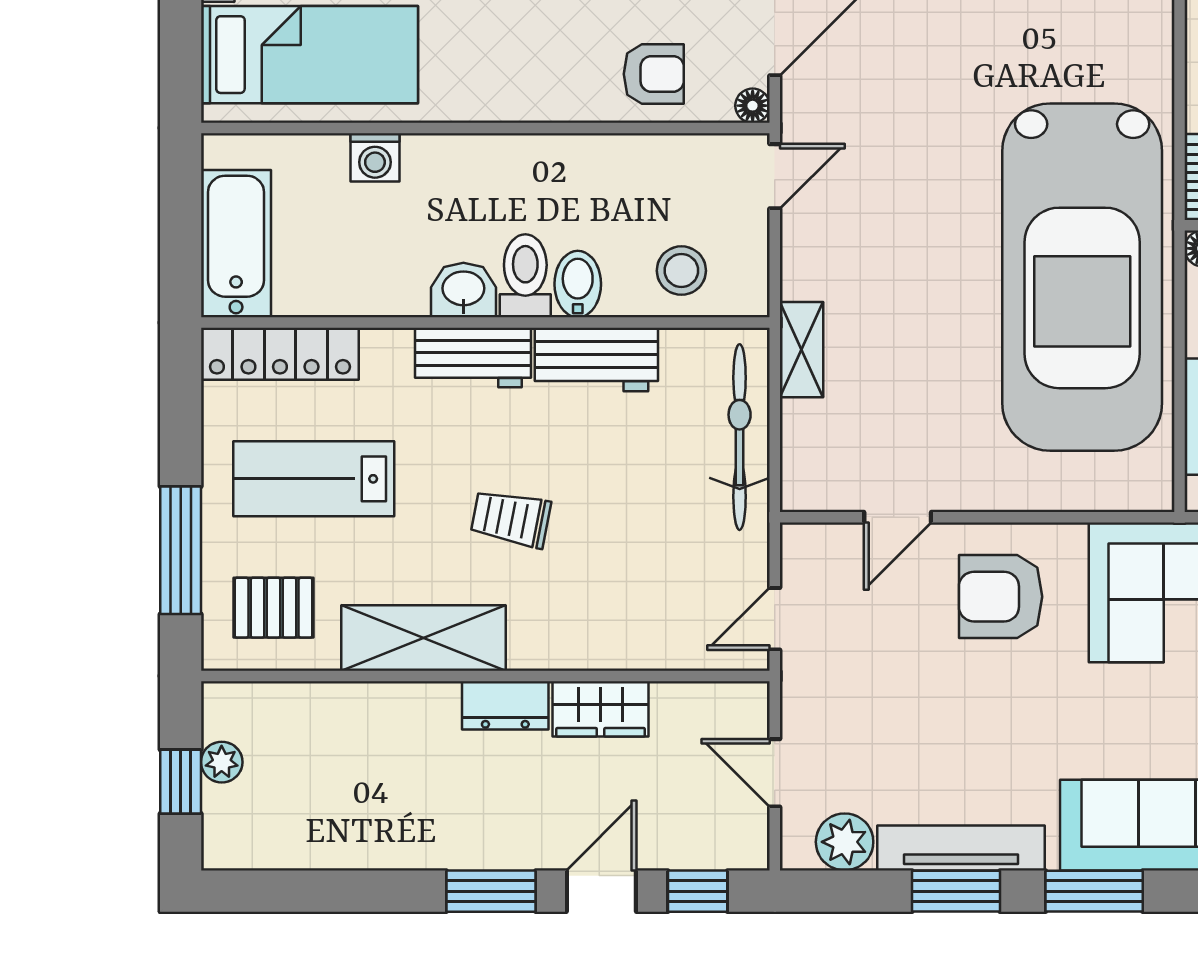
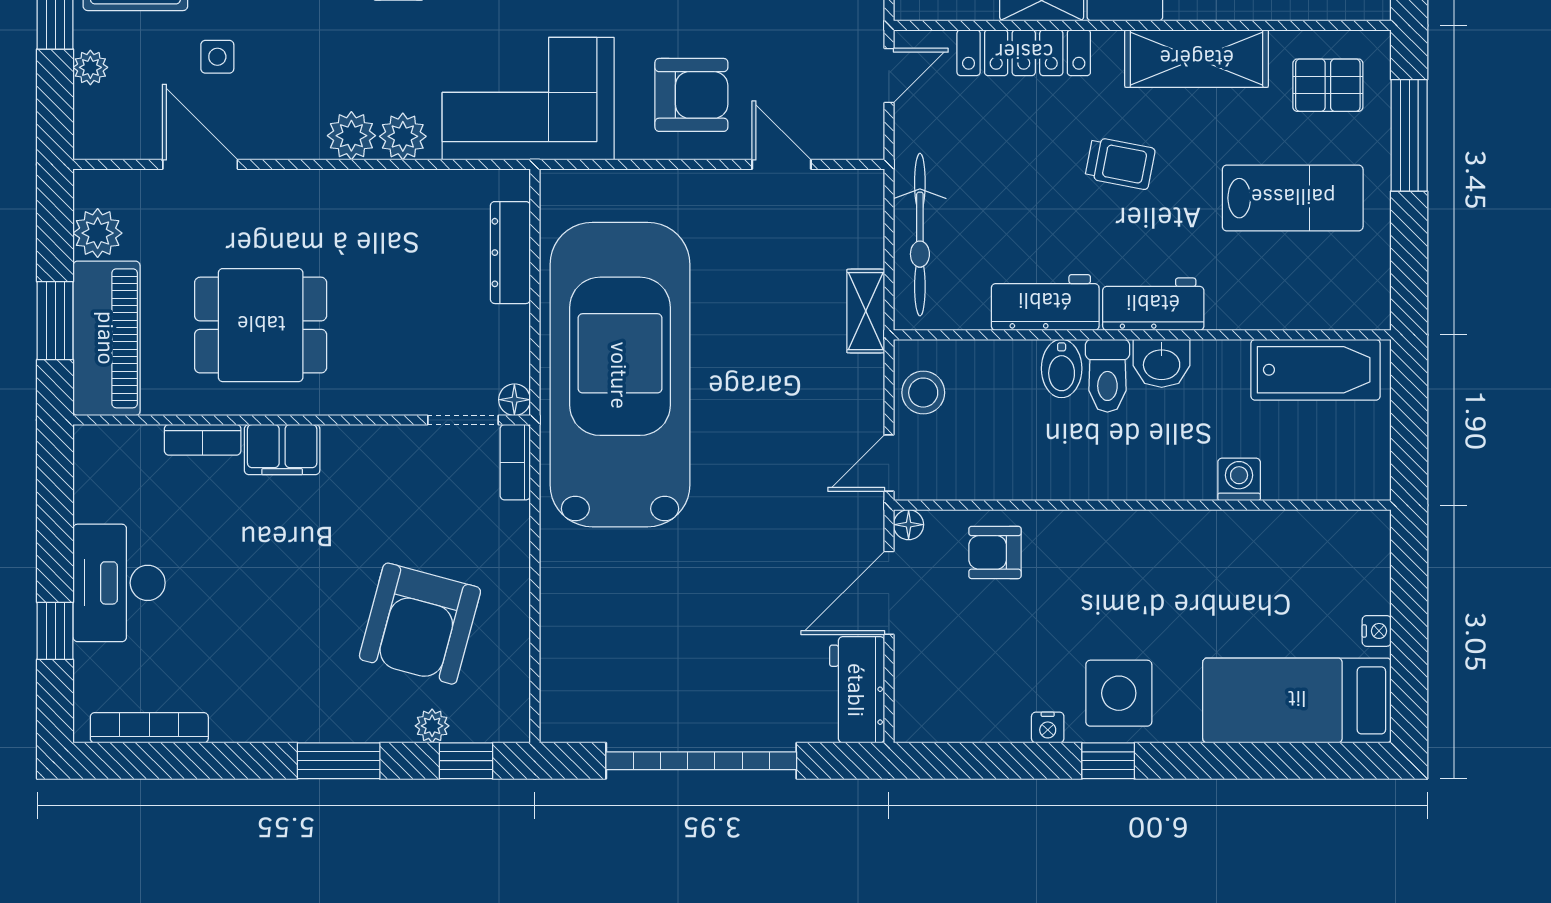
bed: (309, 55) -> (1296, 569), removed
bathtub: (236, 244) -> (1315, 370), moved, turned -90
stool: (681, 271) -> (923, 393), moved
locker: (280, 354) -> (1024, 53), moved, turned 180
door: (898, 517) -> (781, 164), hinge flipped

